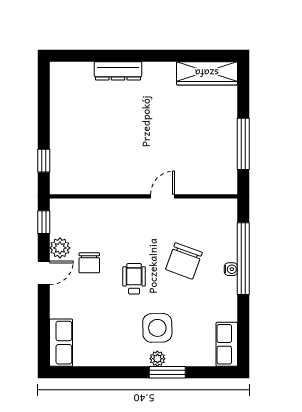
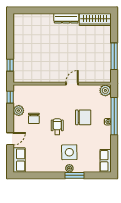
dresser: (118, 71) -> (66, 18), moved
plant: (226, 209) -> (105, 90), added
chair: (184, 261) -> (83, 117), turned -110
door: (44, 273) -> (10, 139), moved

